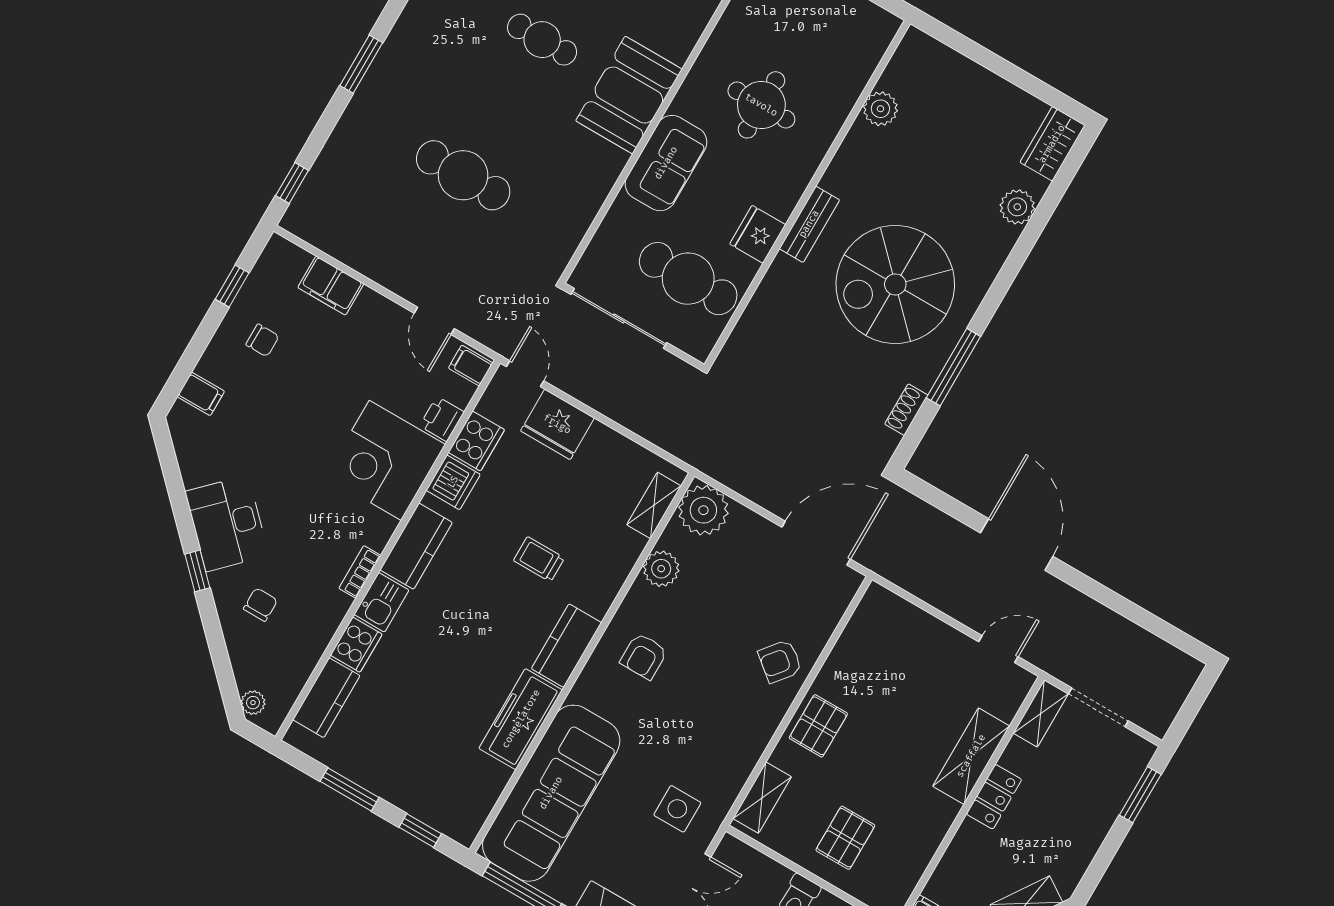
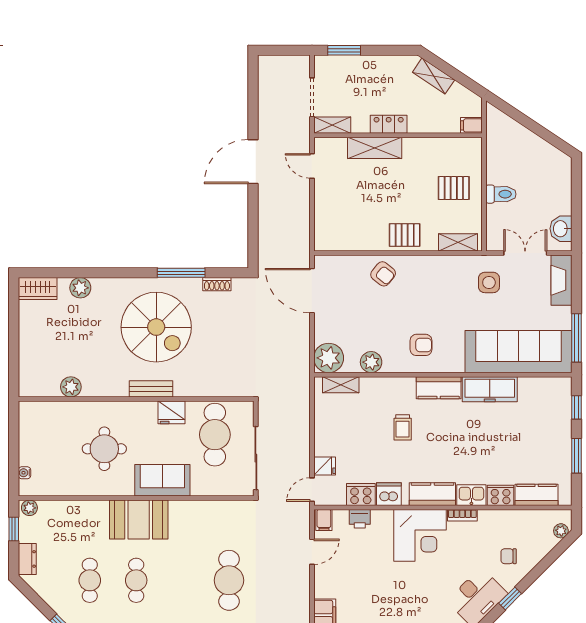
fridge: (557, 424) -> (325, 466), width x0.53, depth x0.75
corner desk: (385, 460) -> (420, 535), moved
door: (1017, 545) -> (253, 162), moved

